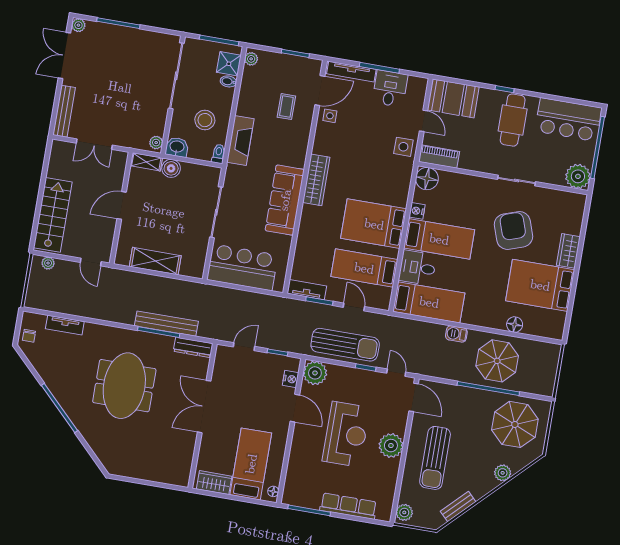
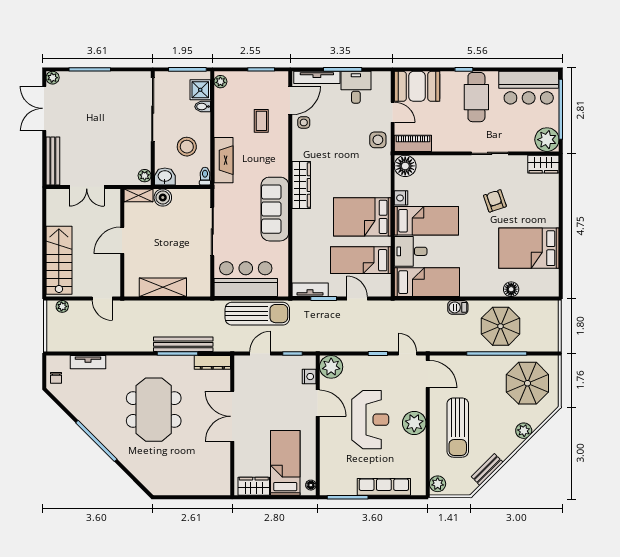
armchair: (513, 230) -> (495, 201), width x0.53, depth x0.53
wardrobe: (568, 251) -> (543, 164), moved, turned -90
sun lounger: (345, 345) -> (257, 314), moved

